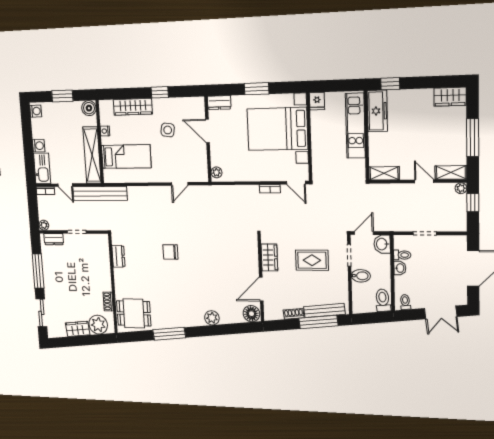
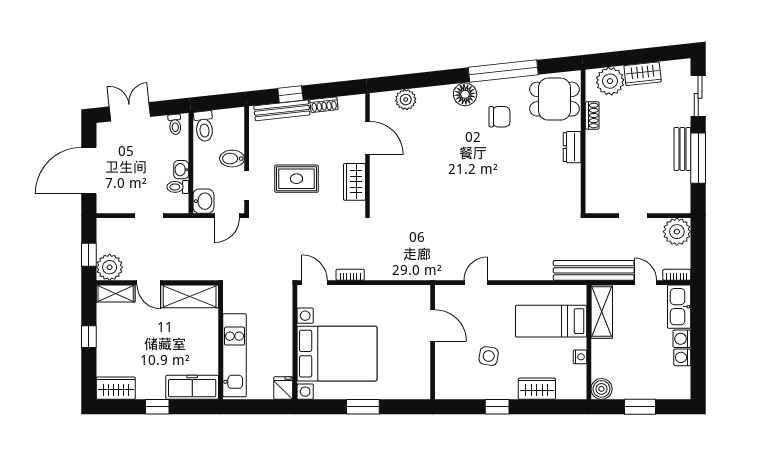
window: (390, 84) -> (157, 407), moved
dresser: (219, 103) -> (414, 390), removed
wardrobe: (133, 107) -> (537, 389), width x0.67
washing machine: (36, 111) -> (682, 357), moved
freezer: (377, 111) -> (192, 387), moved, turned 90
door: (208, 131) -> (433, 325), moved
window: (473, 138) -> (89, 337), width x0.46
shelving: (92, 155) -> (602, 312), width x0.68
plant: (216, 172) -> (423, 297), removed
shelving: (384, 173) -> (190, 296), width x1.50, depth x1.33
plant: (461, 188) -> (110, 267), width x1.88, depth x1.88
plant: (44, 225) -> (677, 232), width x1.88, depth x1.88
dresser: (54, 239) -> (670, 205), removed
chair: (170, 252) -> (499, 117), moved
dresser: (118, 256) -> (572, 147), moved
bench: (48, 277) -> (682, 149), added
door: (261, 289) -> (367, 138), hinge flipped
floor lamp: (251, 314) -> (465, 94), moved
plant: (212, 318) -> (406, 100), moved
window: (318, 322) -> (290, 94), width x0.46
window: (169, 334) -> (503, 71), width x1.46

